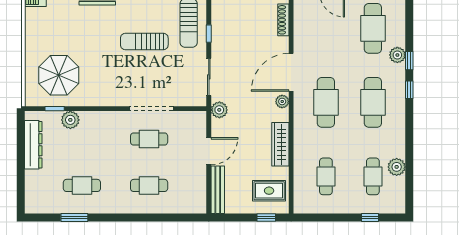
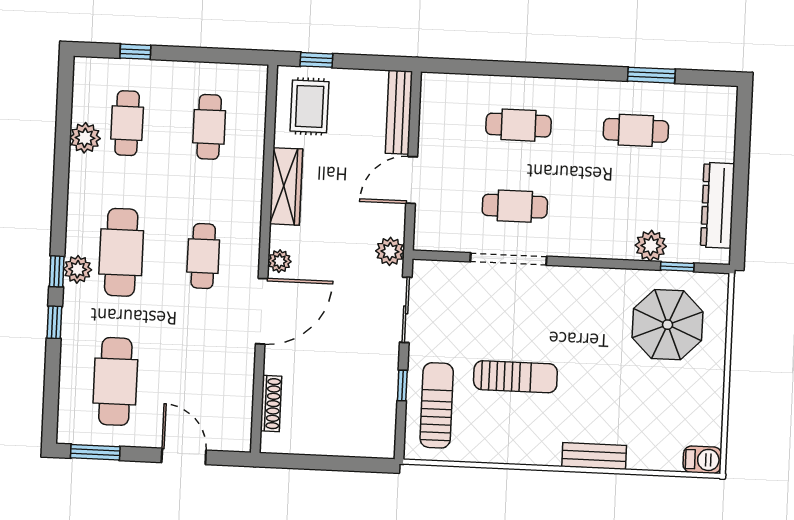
plant: (397, 55) -> (78, 269), moved
cafe table: (326, 102) -> (203, 256), width x0.73, depth x0.74
rug: (269, 191) -> (310, 106), turned 90

